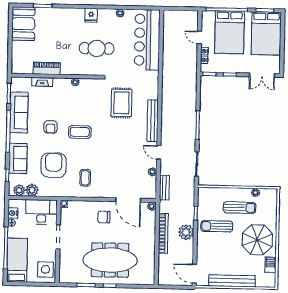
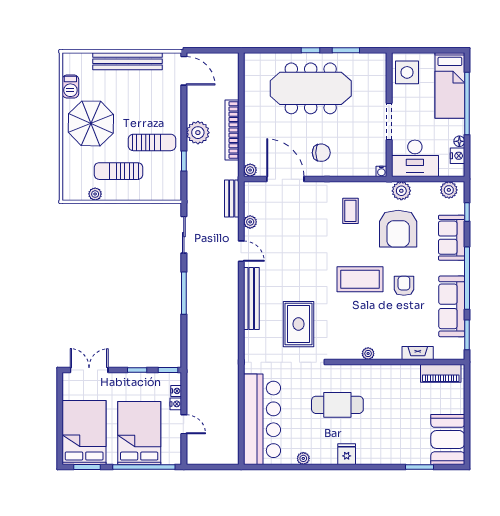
piano: (47, 68) -> (441, 373), moved
coffee table: (80, 132) -> (360, 279), width x1.36, depth x1.32
plant: (32, 190) -> (401, 191), moved

